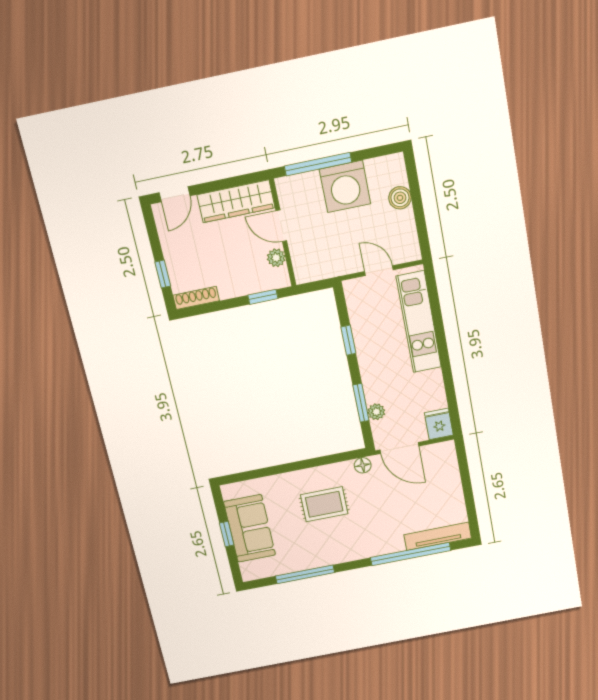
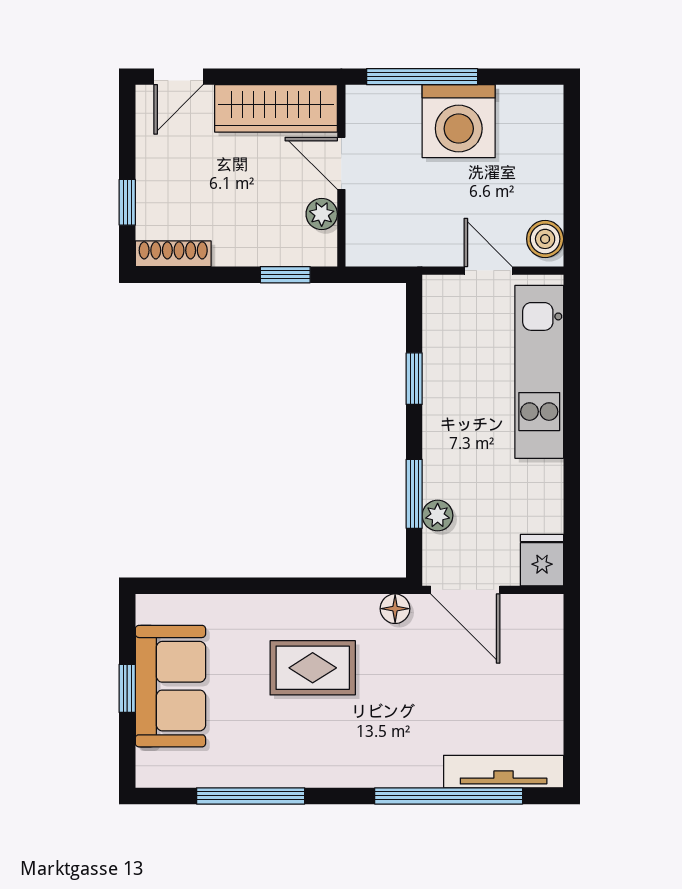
boiler: (400, 198) -> (545, 239), moved

